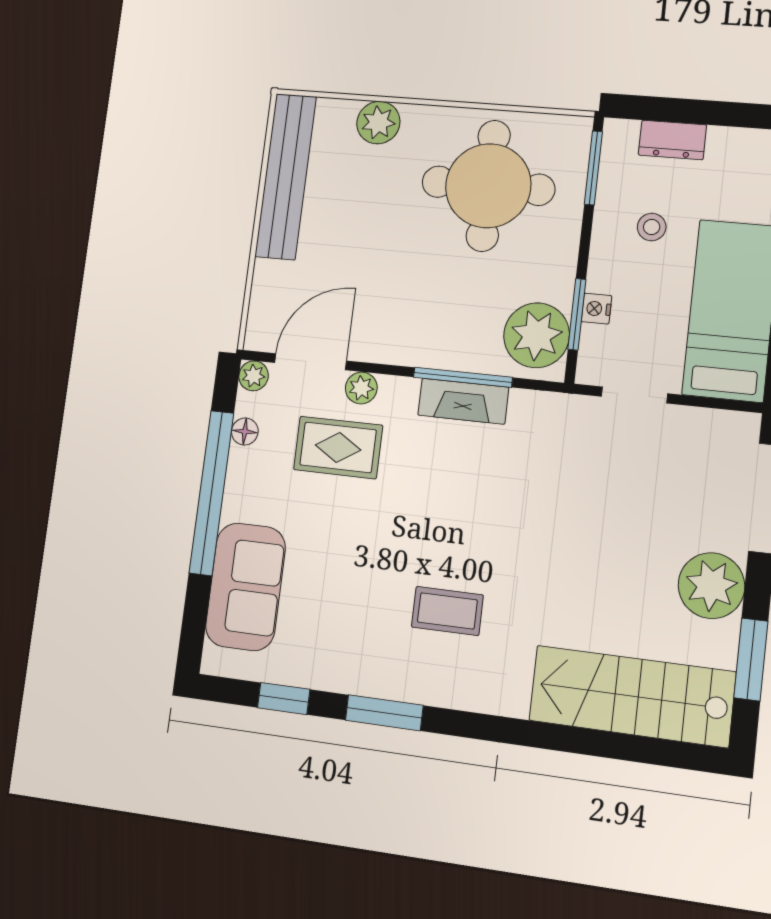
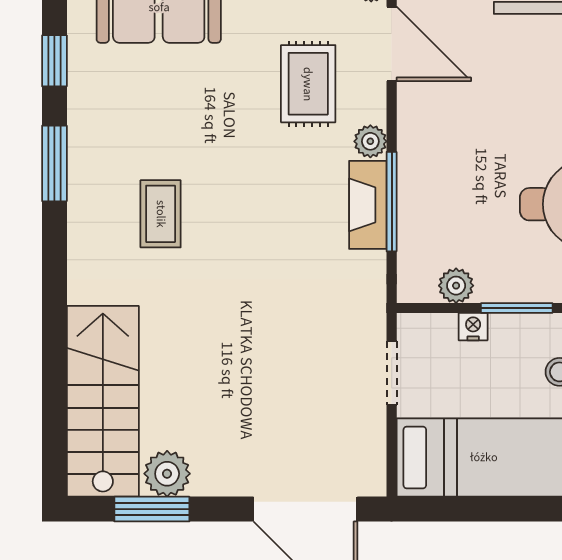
window: (577, 314) -> (517, 308), moved
plant: (537, 335) -> (456, 286), width x0.53, depth x0.53
plant: (361, 388) -> (370, 141), moved
plant: (711, 586) -> (167, 474), moved, width x0.73, depth x0.73

